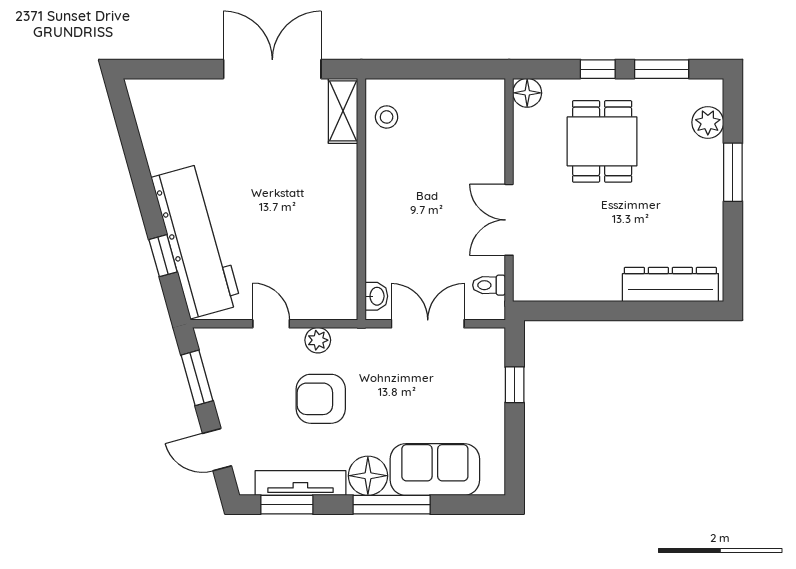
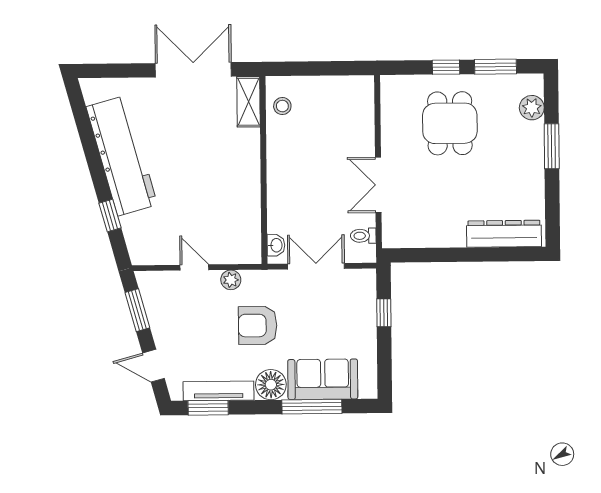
floor lamp: (527, 93) -> (391, 86), removed
workbench: (196, 241) -> (122, 156), moved
armchair: (321, 399) -> (258, 325), moved
window: (392, 505) -> (312, 407), moved

